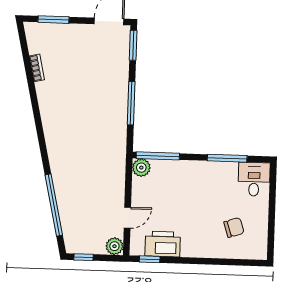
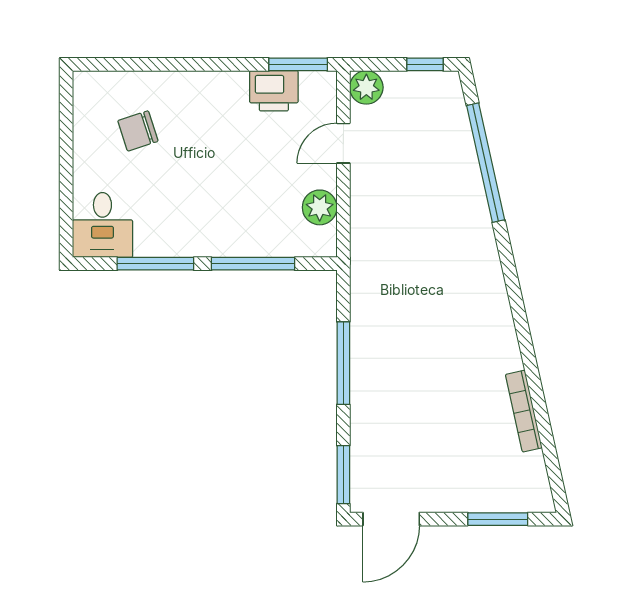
bookcase: (37, 68) -> (524, 411), width x1.56
window: (158, 156) -> (253, 264), moved
plant: (141, 168) -> (320, 207), moved
printer: (163, 244) -> (274, 91), width x0.73, depth x0.84
window: (150, 259) -> (298, 64), width x1.50

